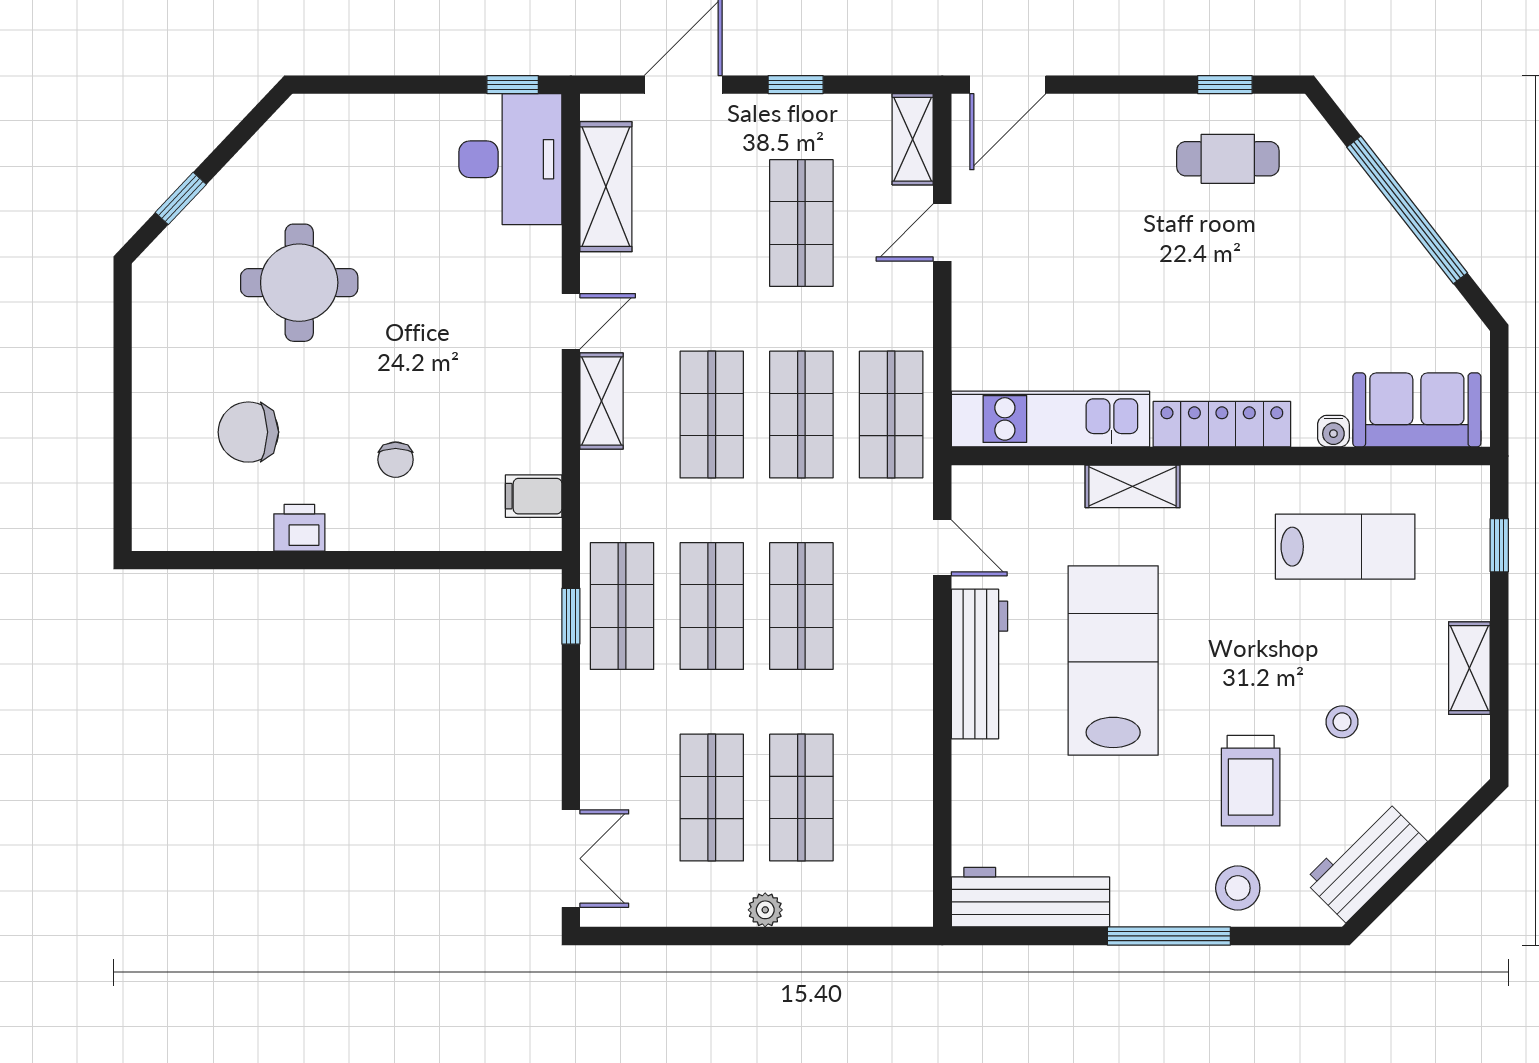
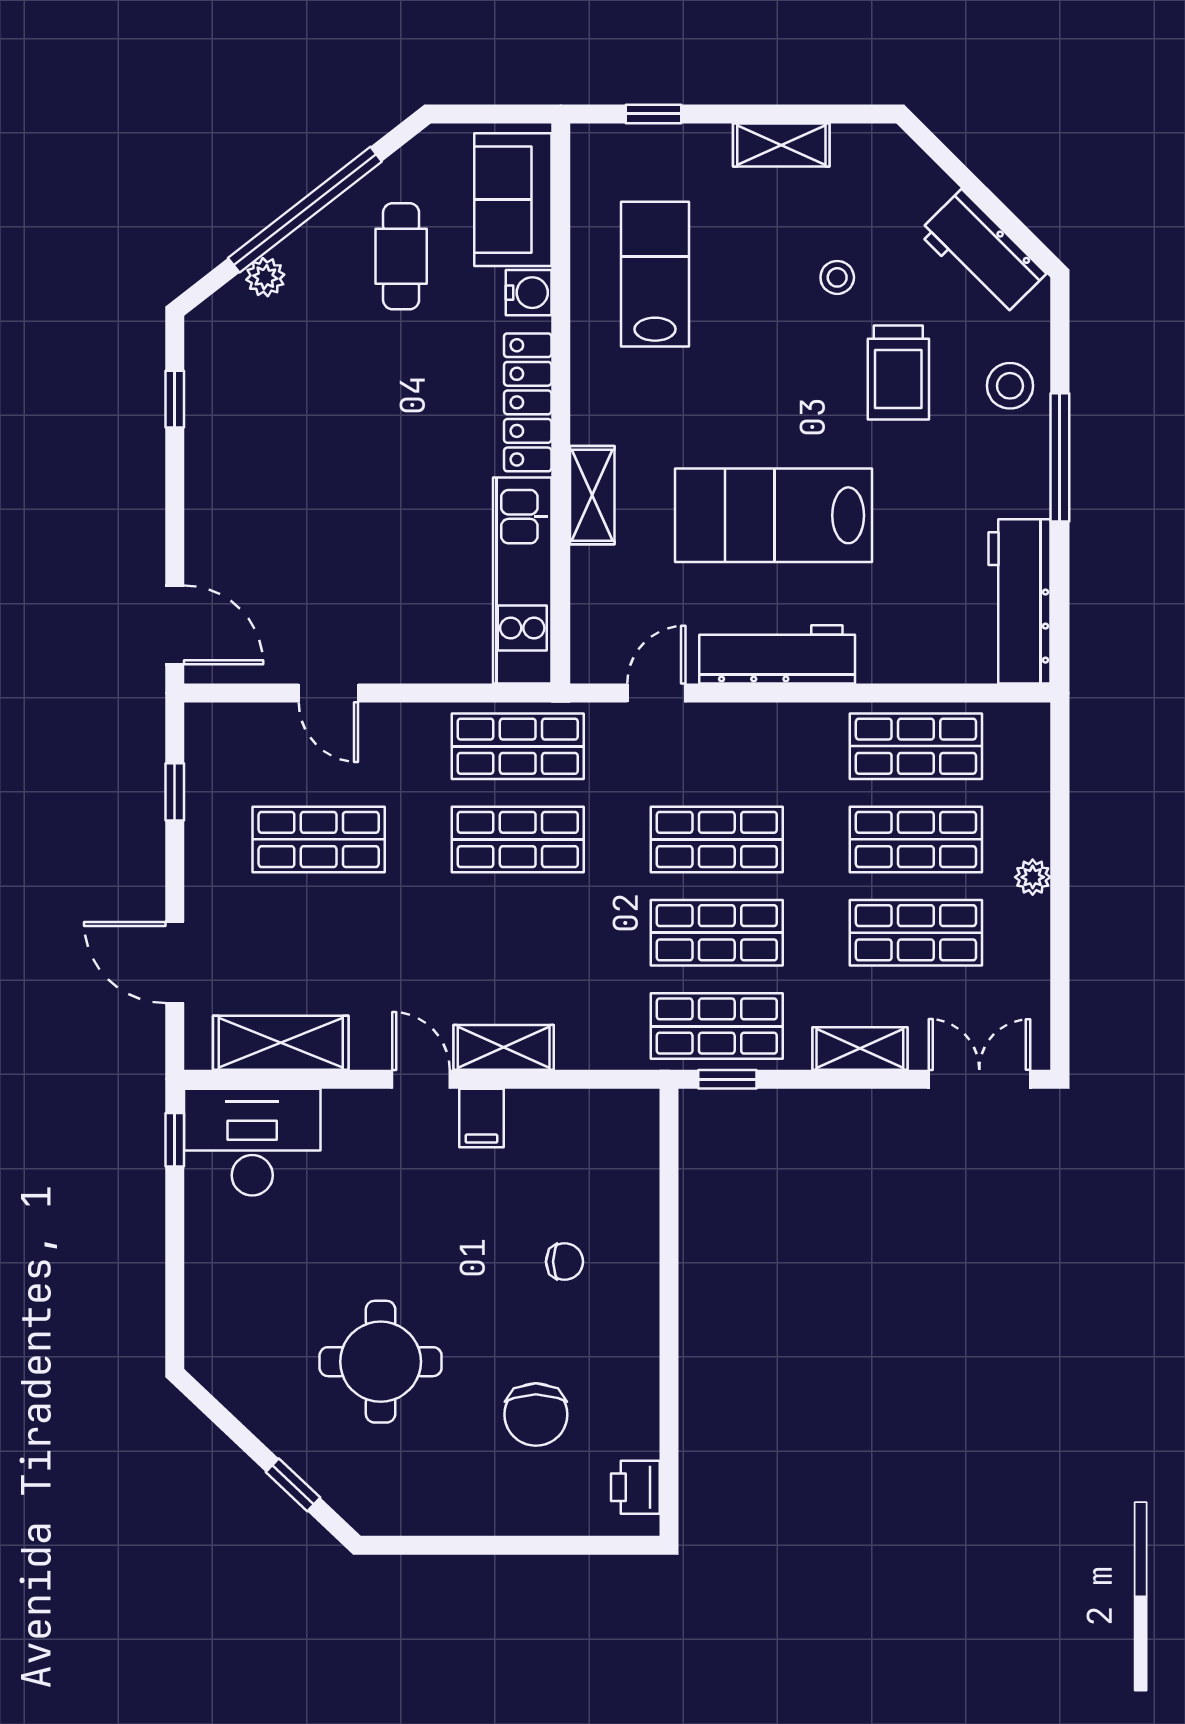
window: (796, 85) -> (175, 792), moved
shelving: (913, 139) -> (860, 1048), moved
cafe table: (1228, 159) -> (401, 256), moved
plant: (1342, 172) -> (265, 277), added
shop shelf: (712, 415) -> (916, 746), moved
water cooler: (1333, 431) -> (529, 293), width x1.38, depth x1.38
filing cabinet: (534, 496) -> (481, 1118), moved
printer: (299, 528) -> (635, 1487), moved
trolley: (1251, 781) -> (898, 372), turned 90

